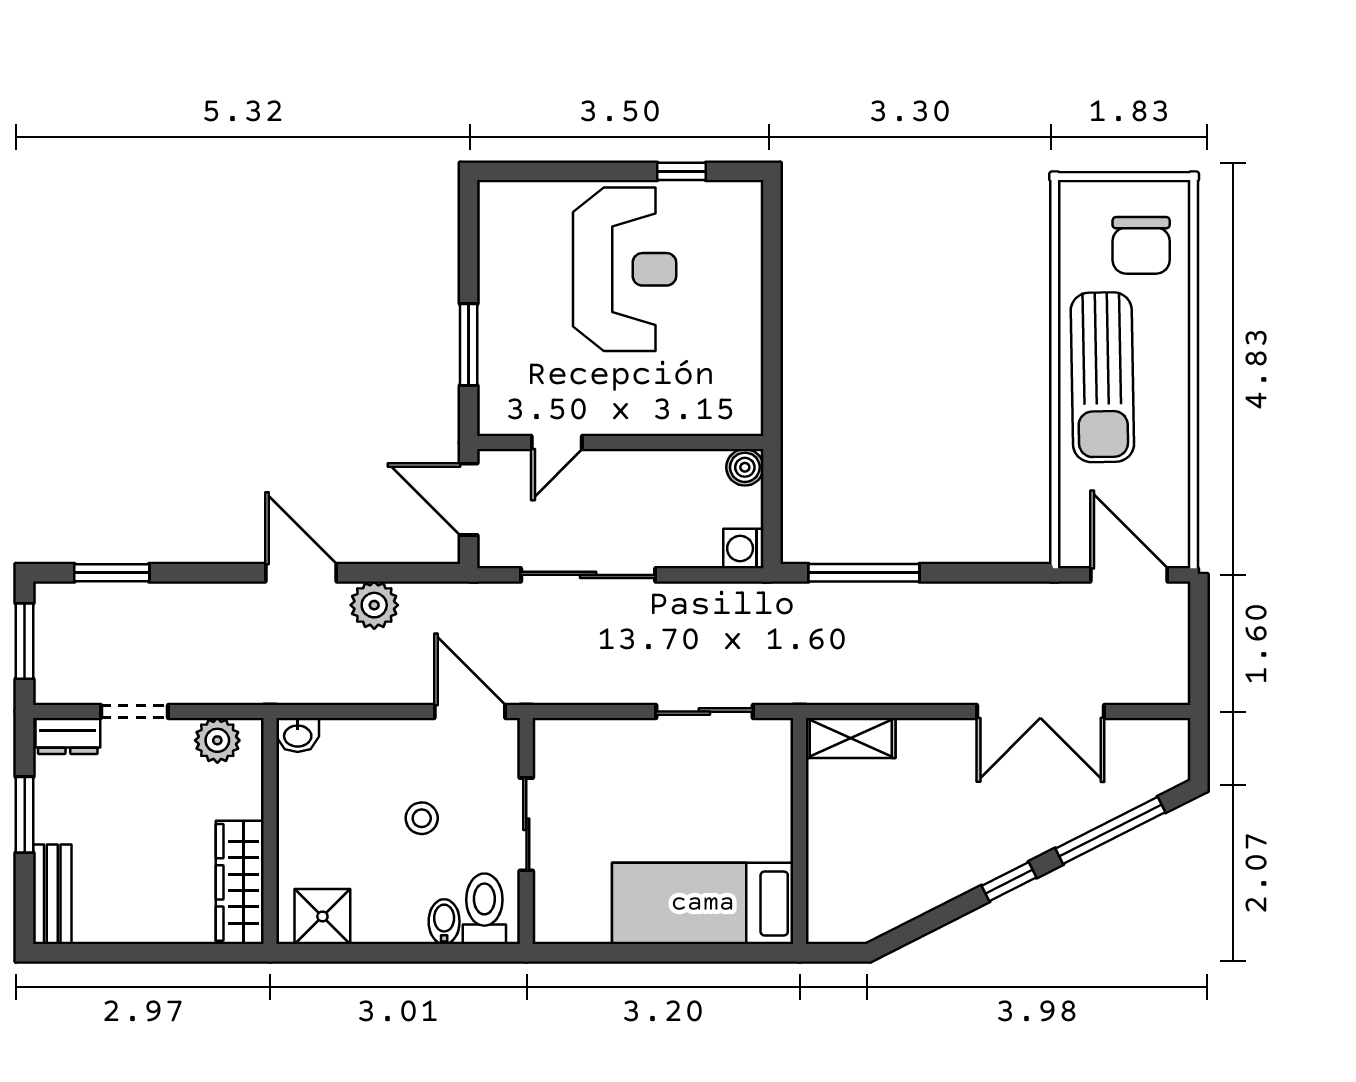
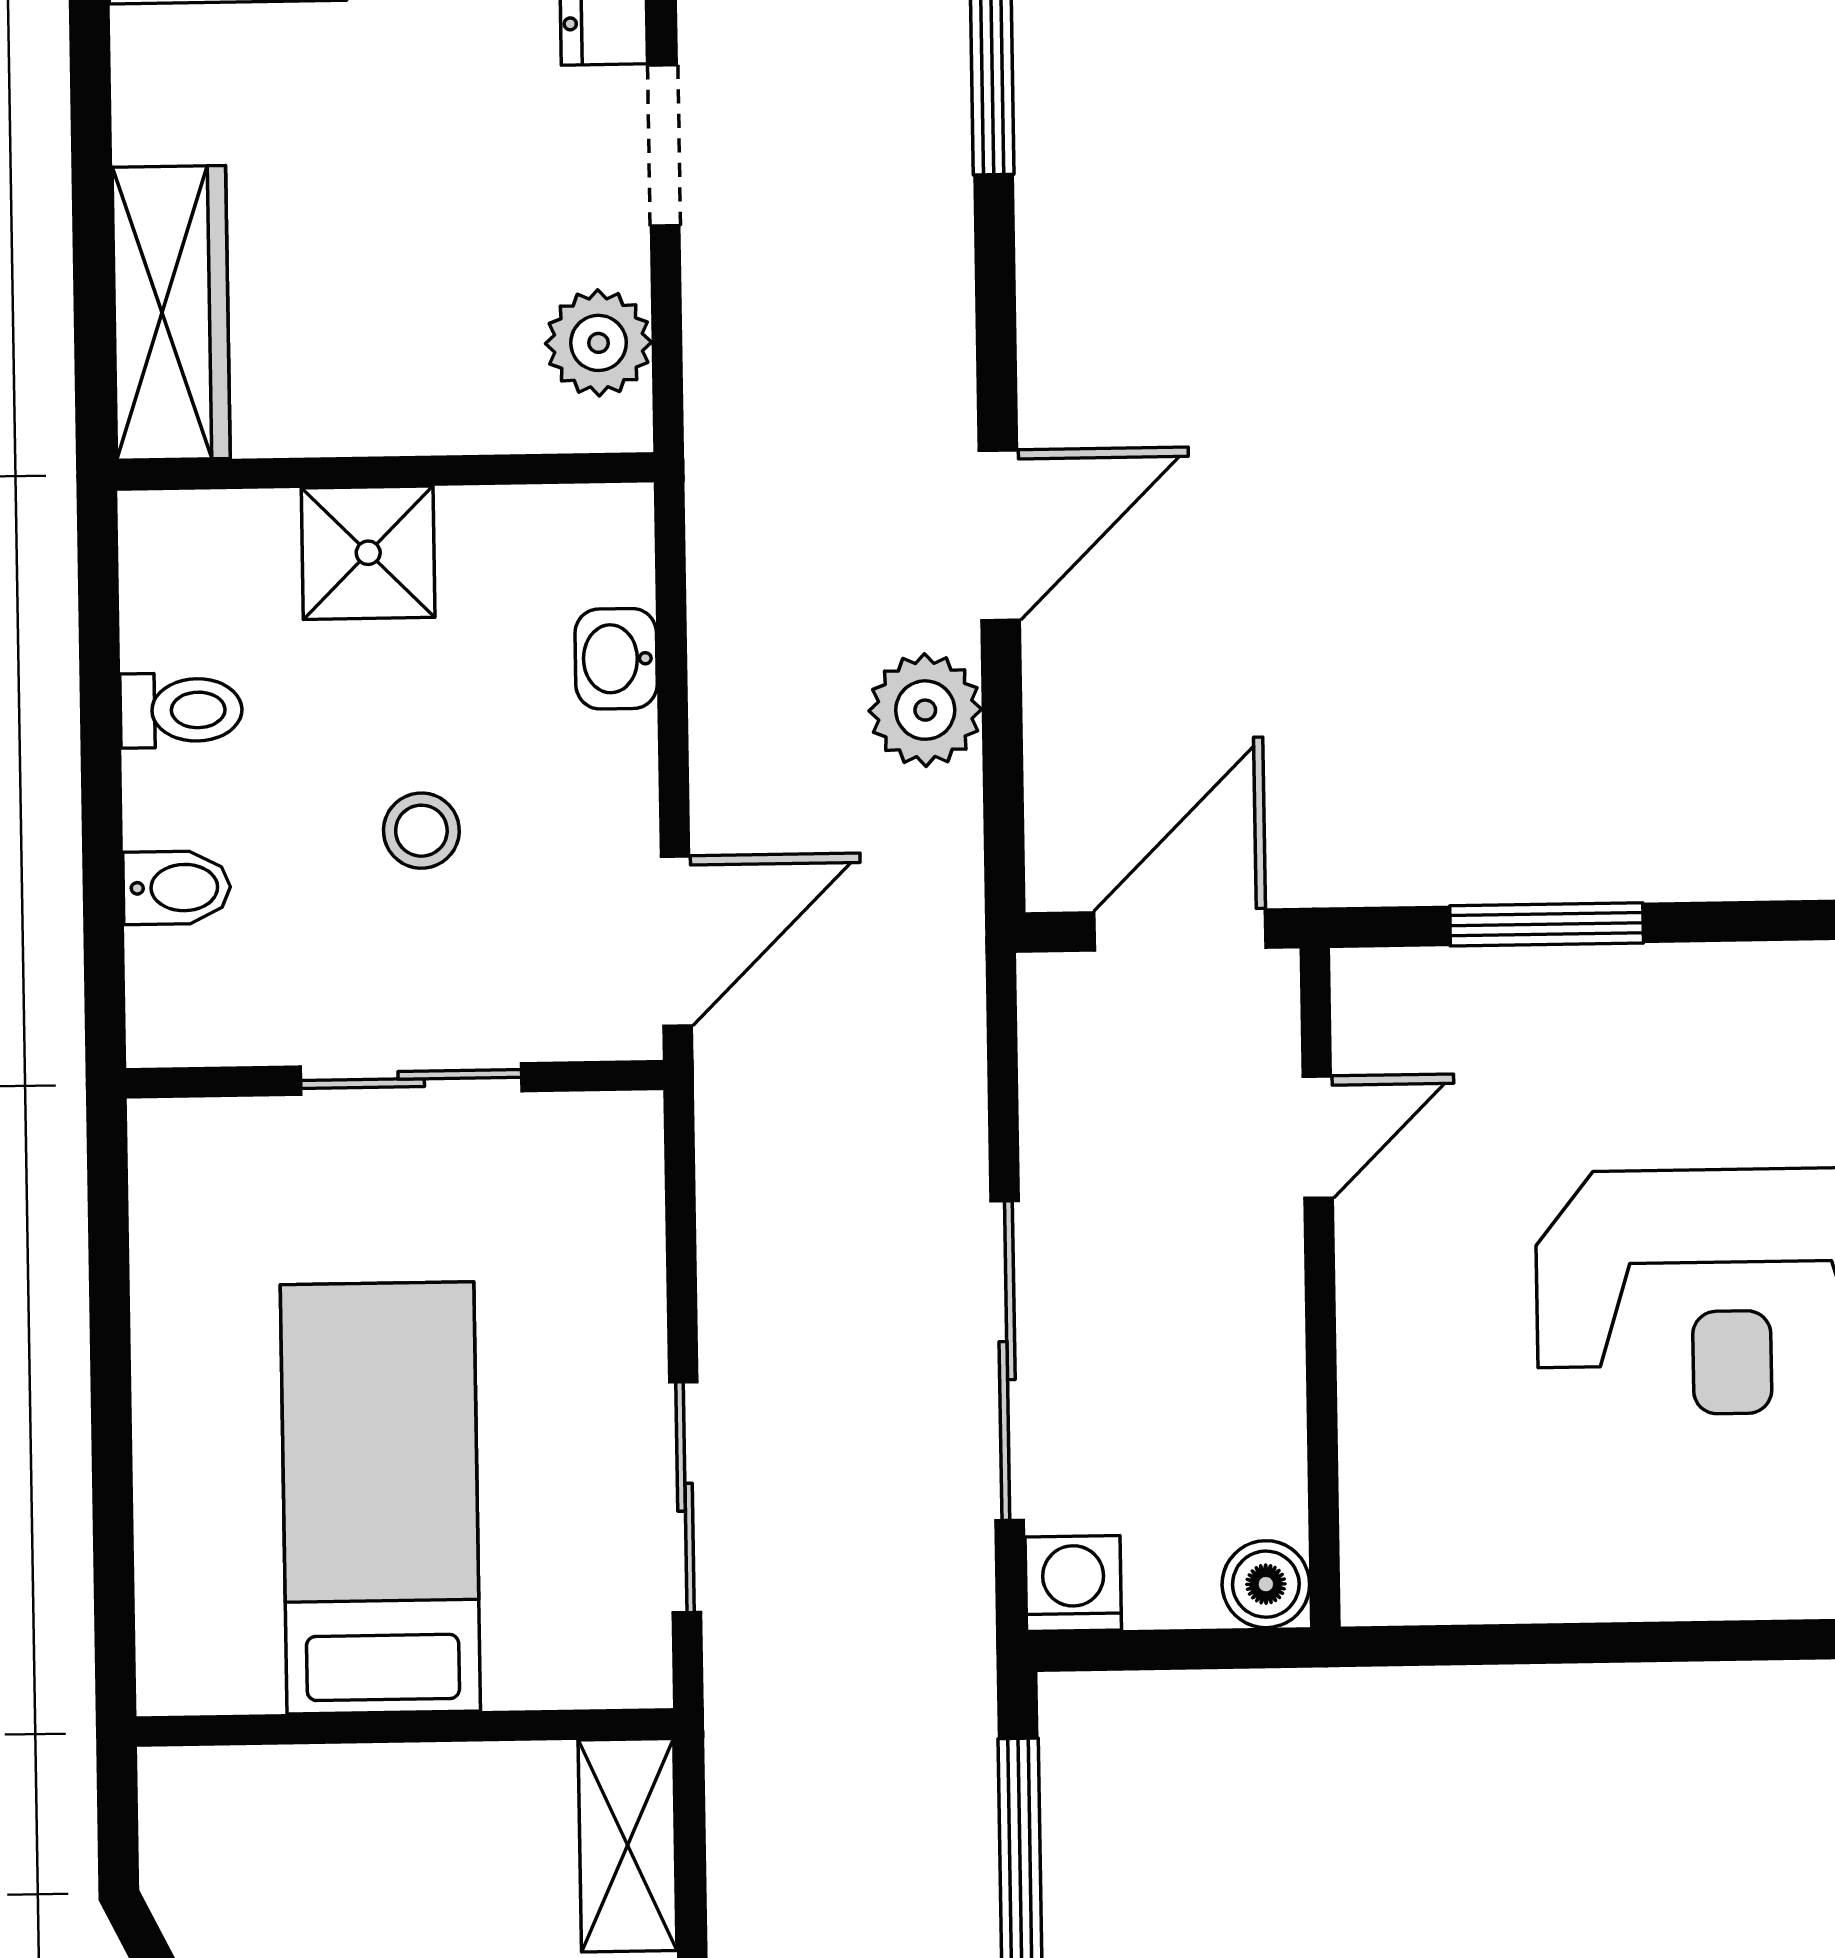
door: (557, 442) -> (1318, 1137), swing flipped
sliding door: (588, 575) -> (1007, 1361), moved
washbasin: (298, 735) -> (616, 659), moved
wardrobe: (240, 882) -> (171, 313), moved, turned 90
bed: (703, 903) -> (380, 1498), moved
toilet: (484, 909) -> (181, 710), moved, width x0.73, depth x0.72
shower: (322, 916) -> (368, 553), moved

